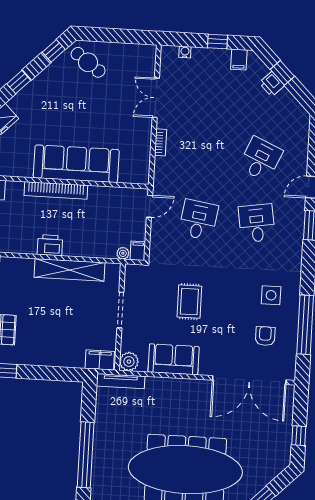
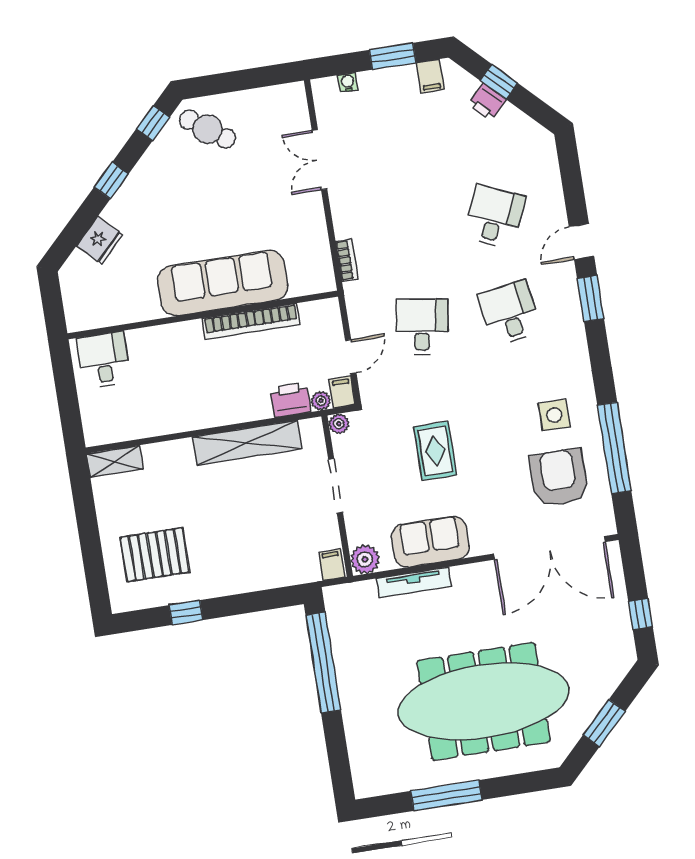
window: (217, 41) -> (393, 56), width x1.50
bookcase: (161, 142) -> (347, 260), moved
bookcase: (56, 190) -> (251, 321), moved
door: (150, 206) -> (351, 357), moved
printer: (50, 245) -> (290, 400), moved
plant: (131, 271) -> (339, 424), added
armchair: (265, 336) -> (559, 478), width x1.88, depth x1.88
filing cabinet: (100, 360) -> (332, 565), width x0.50
tv unit: (121, 381) -> (414, 582), moved
window: (86, 455) -> (323, 663), moved

